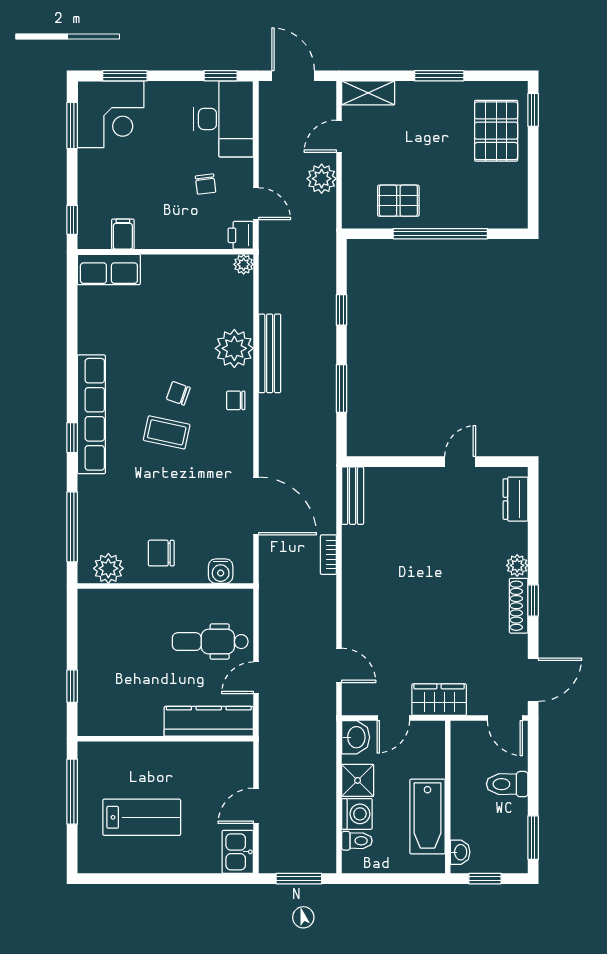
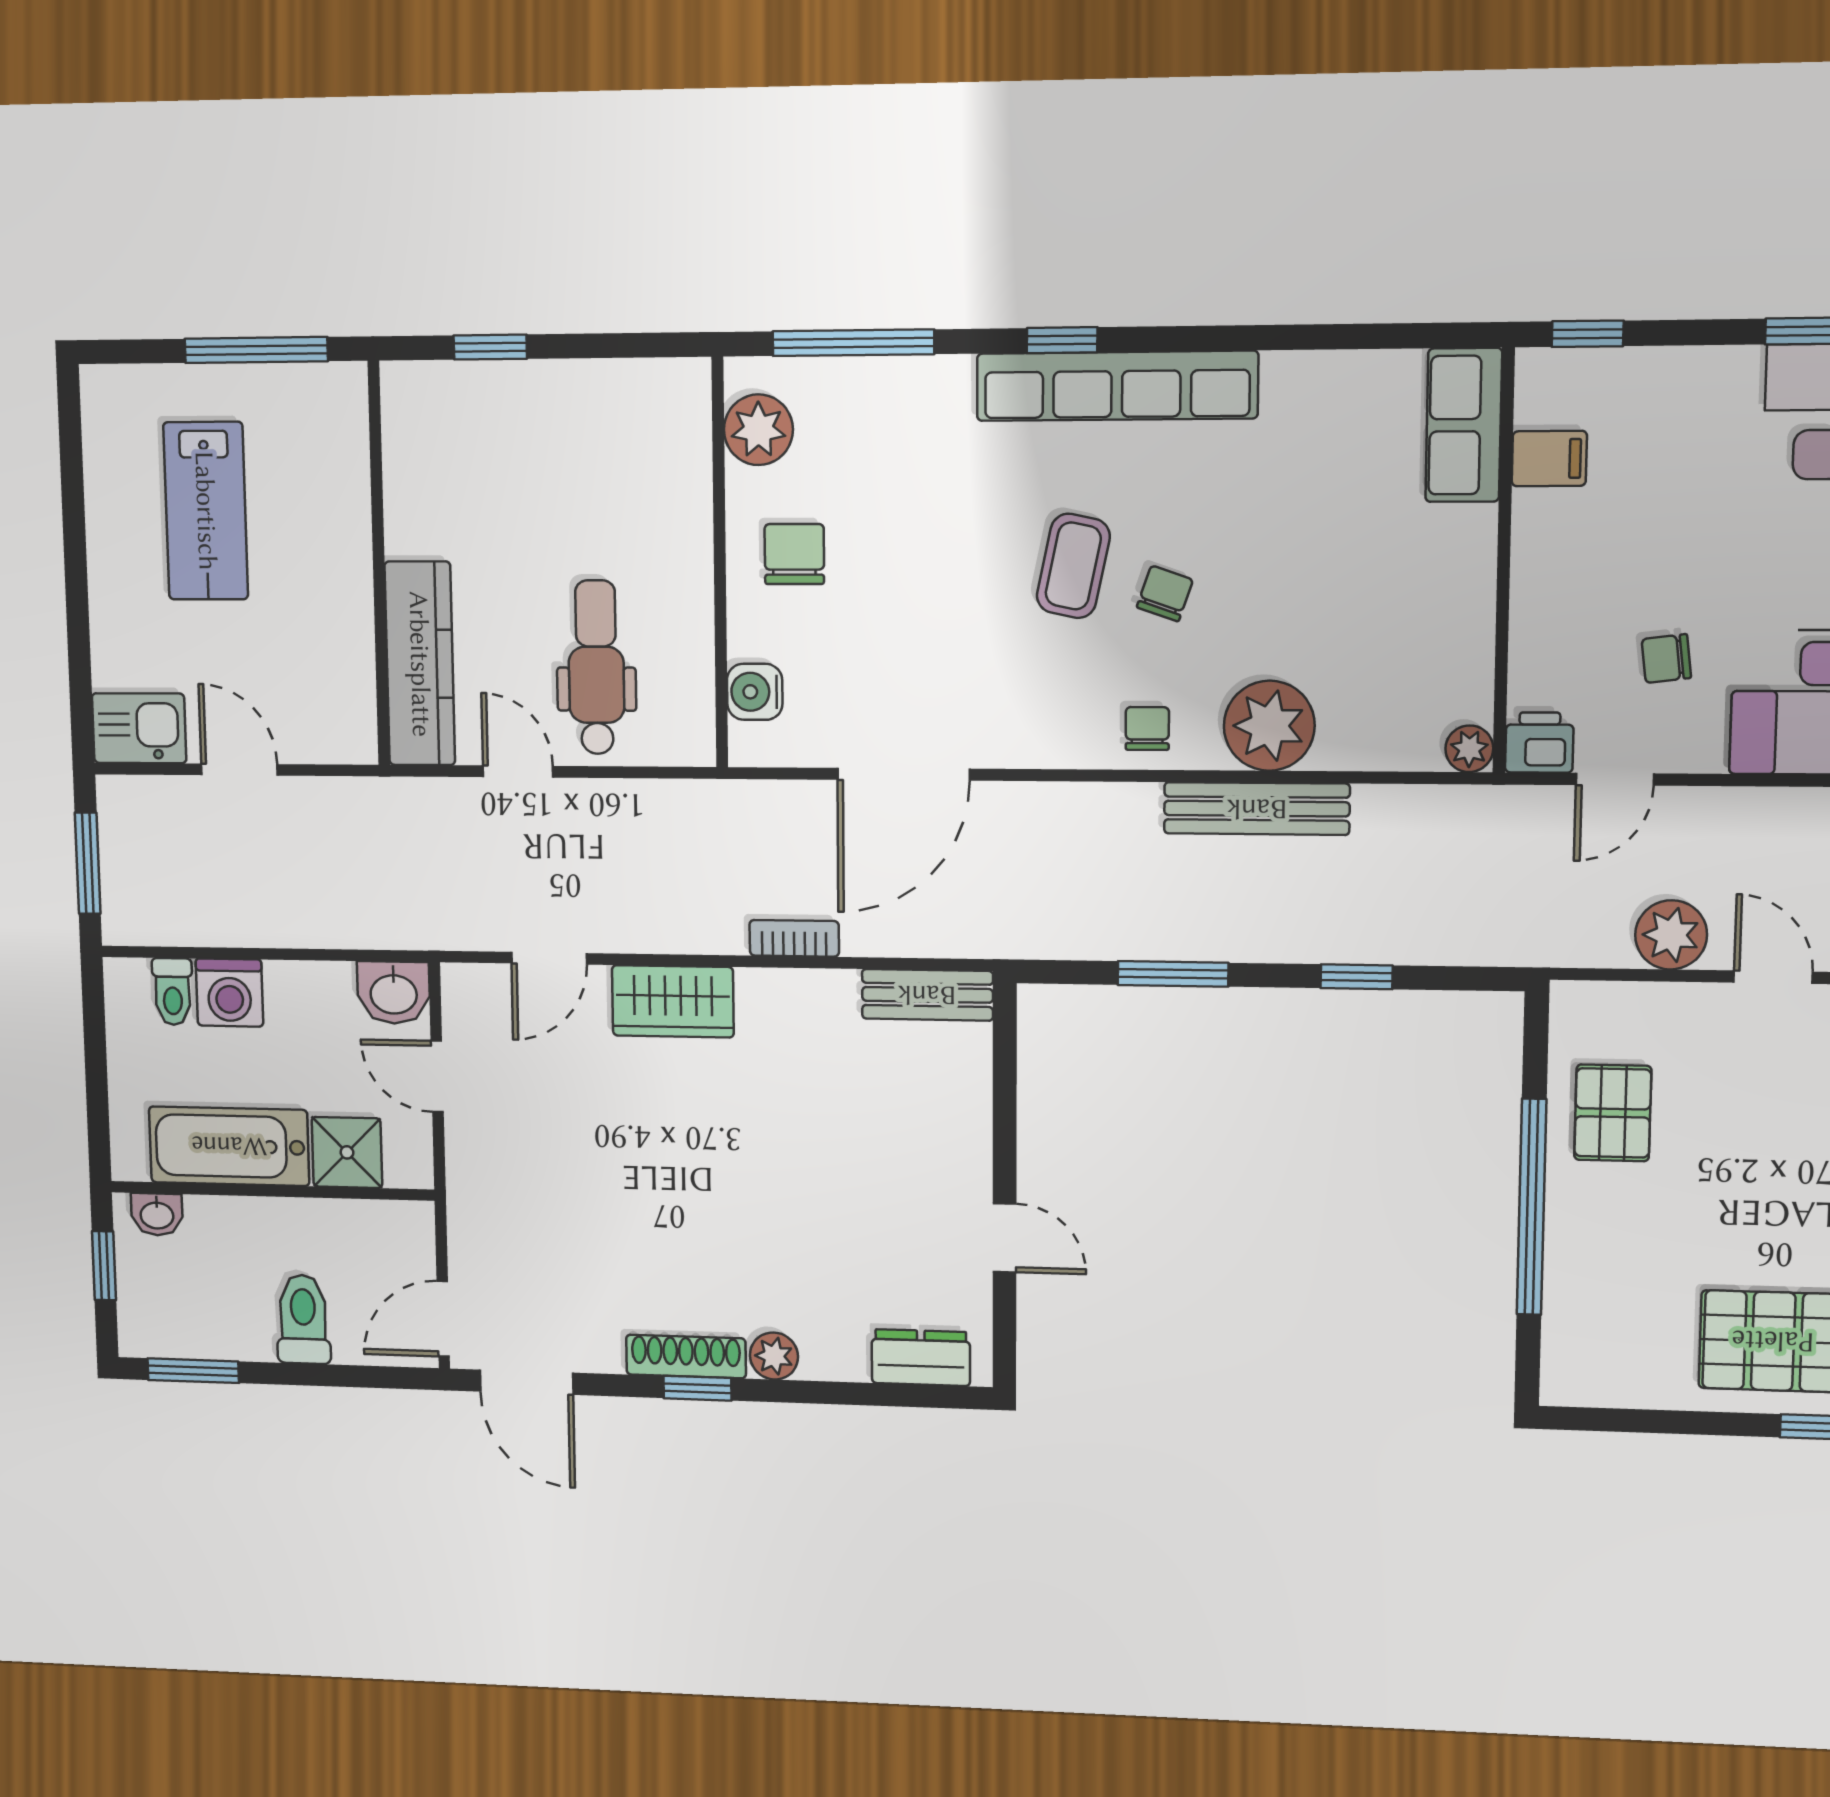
wardrobe: (439, 700) -> (673, 1001), moved, turned 90
shower: (358, 780) -> (347, 1152), moved

